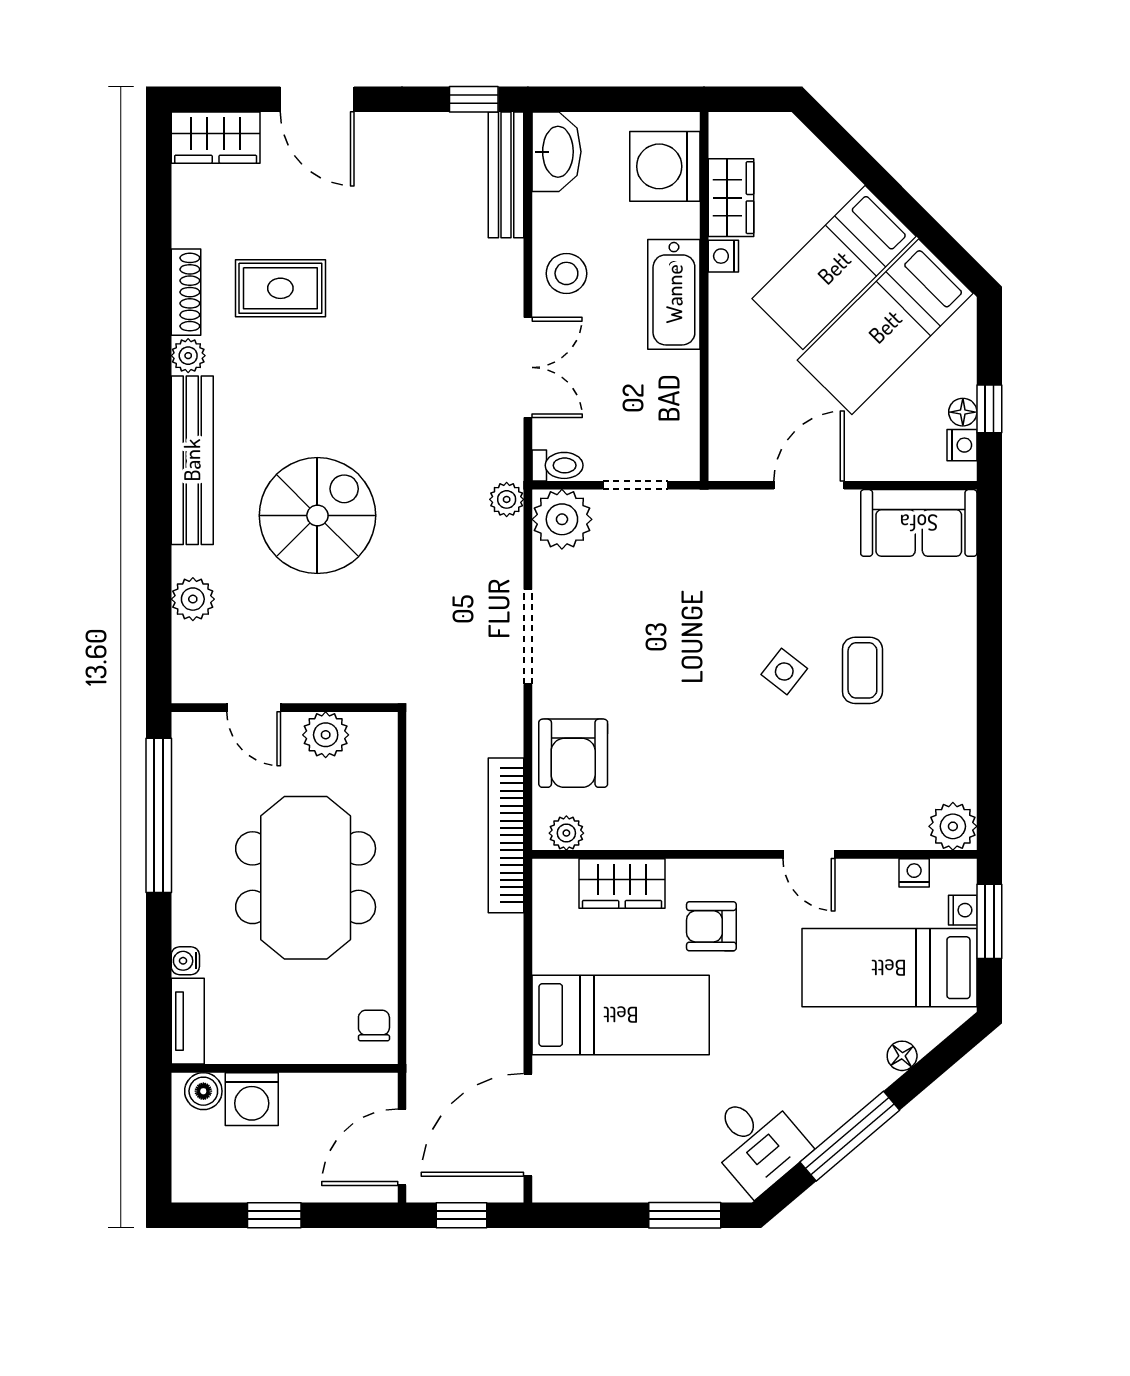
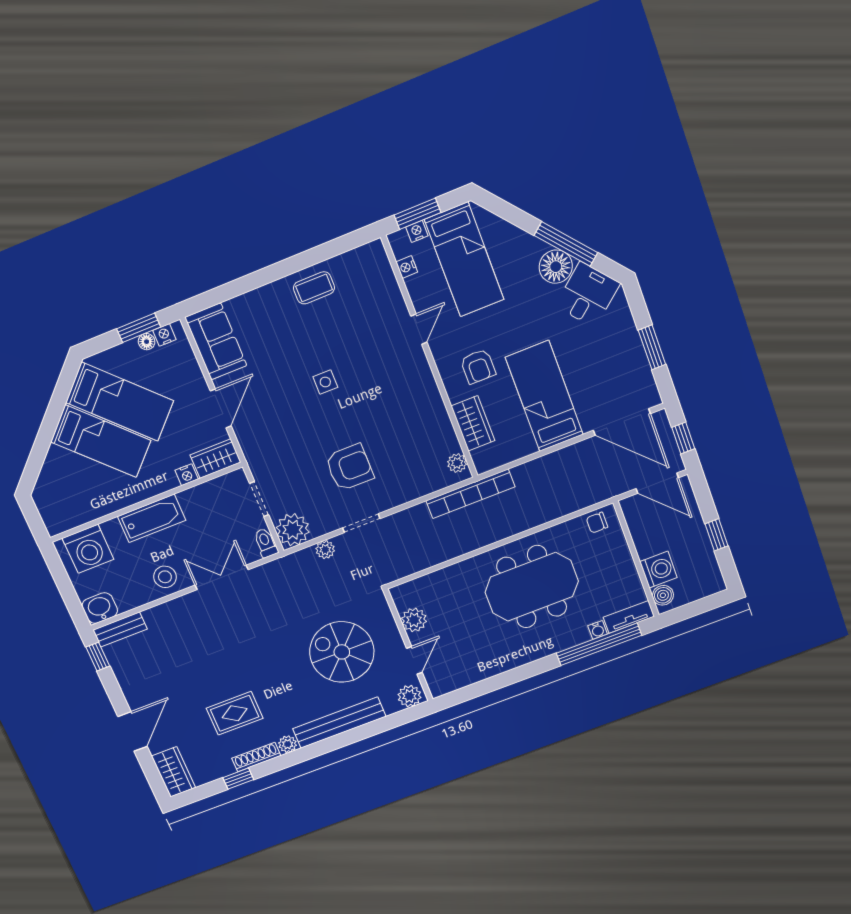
washbasin: (556, 152) -> (100, 608), width x0.72
bench: (506, 175) -> (120, 629), width x0.73
wardrobe: (731, 198) -> (215, 459), moved
window: (159, 244) -> (238, 779), added
nightstand: (723, 256) -> (187, 475), moved
rug: (280, 288) -> (235, 713), turned 90
window: (989, 409) -> (139, 328), width x1.50
door: (809, 485) -> (221, 408), swing flipped
plant: (507, 499) -> (325, 550), moved
doorway: (528, 637) -> (361, 523), width x0.73
coffee table: (862, 670) -> (314, 288), moved
side table: (784, 671) -> (325, 382), turned -38
door: (254, 708) -> (414, 660), moved
wall: (285, 708) -> (408, 645), moved
plant: (326, 735) -> (414, 620), moved
armchair: (573, 753) -> (349, 467), moved
window: (159, 815) -> (599, 644), moved
plant: (953, 826) -> (373, 256), removed
floor lamp: (902, 1056) -> (556, 267), moved, width x1.89, depth x1.89
window: (685, 1215) -> (652, 347), moved

